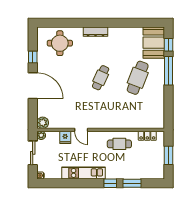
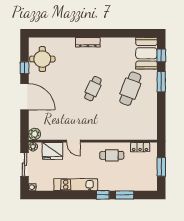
round table: (60, 43) -> (42, 59), moved
window: (168, 71) -> (161, 82), width x0.69
fridge: (65, 137) -> (53, 151), width x1.88, depth x1.34

